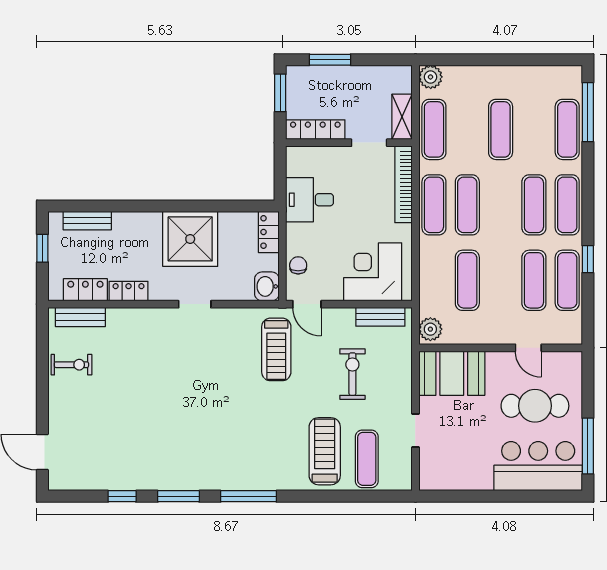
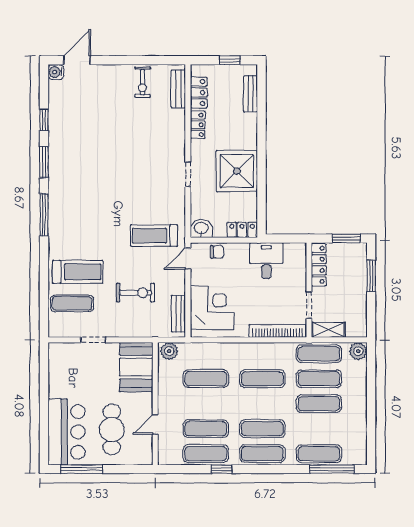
exercise mat: (434, 205) -> (319, 379), moved
water cooler: (58, 480) -> (56, 72), added

